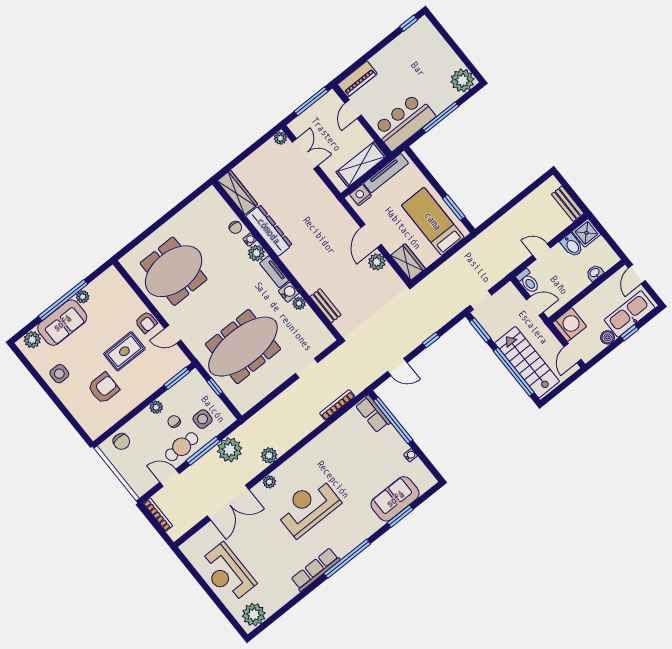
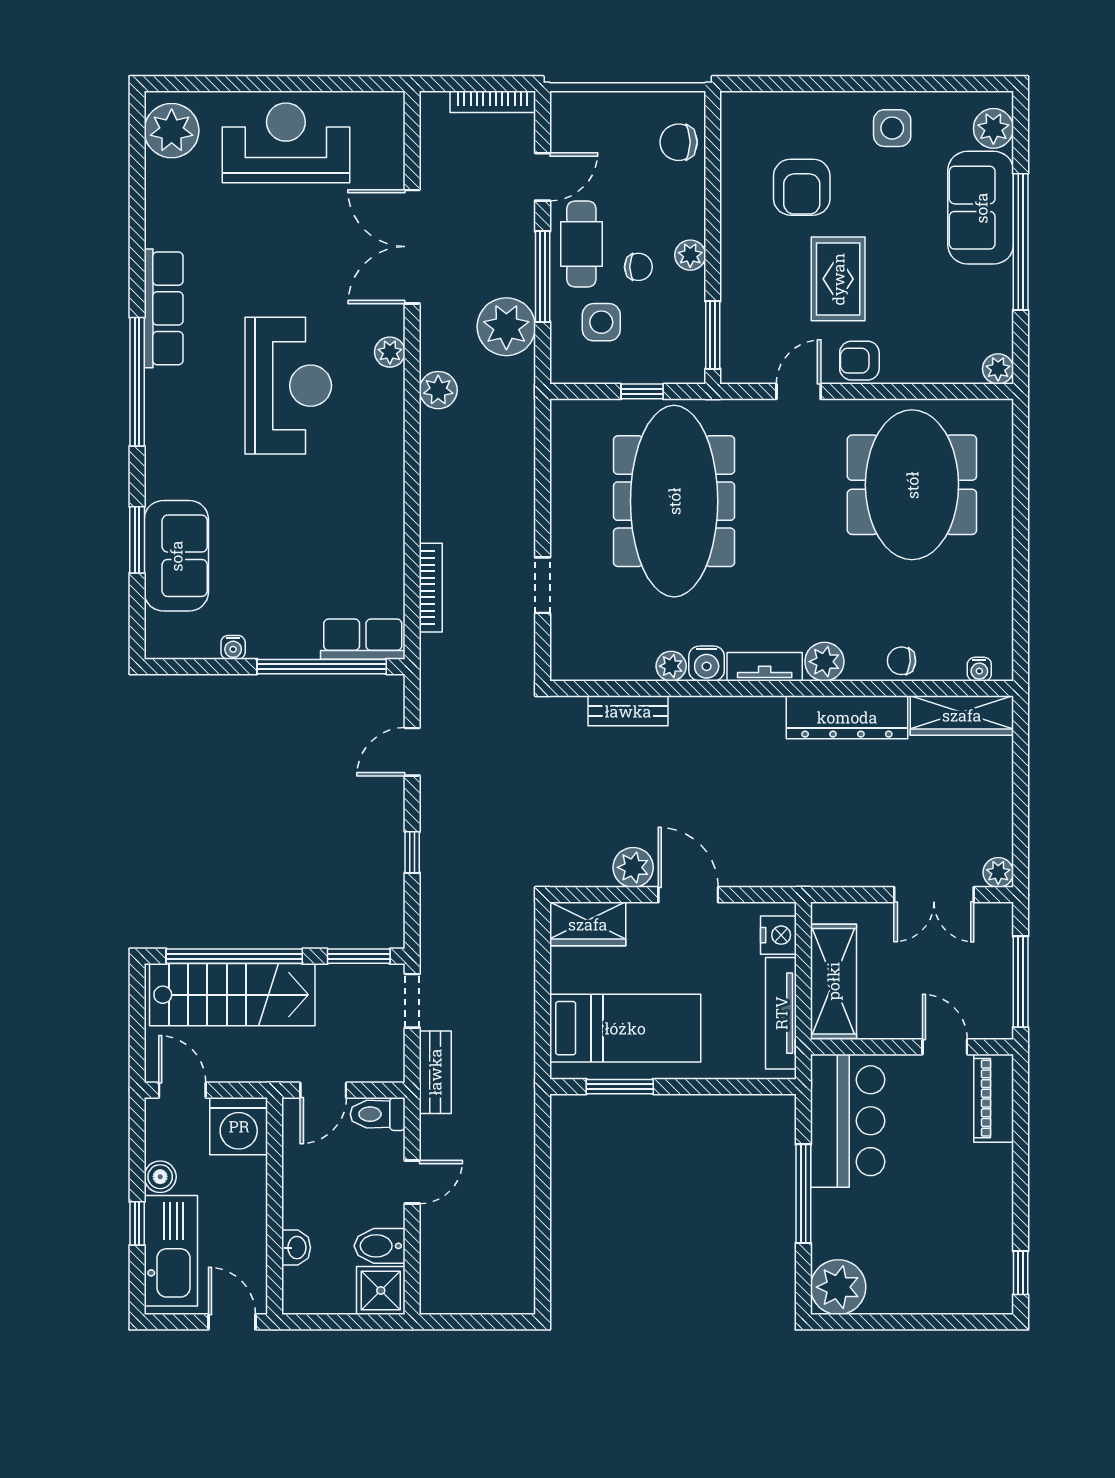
bench: (568, 204) -> (435, 1072), moved, turned 90
water cooler: (250, 240) -> (979, 669), moved
plant: (83, 297) -> (998, 369), moved

